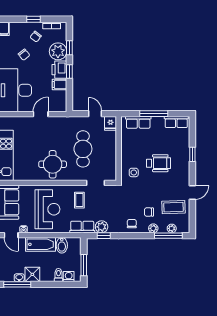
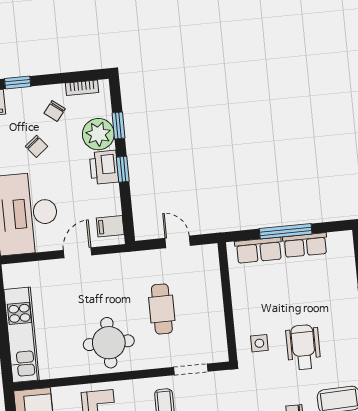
window: (33, 19) -> (18, 82), moved
filing cabinet: (59, 84) -> (110, 226), moved
row of seats: (176, 122) -> (305, 245), moved
fridge: (111, 123) -> (208, 257), removed
cafe table: (83, 149) -> (162, 309), width x0.73, depth x0.74
wheelchair: (158, 163) -> (303, 347), moved, turned -90

